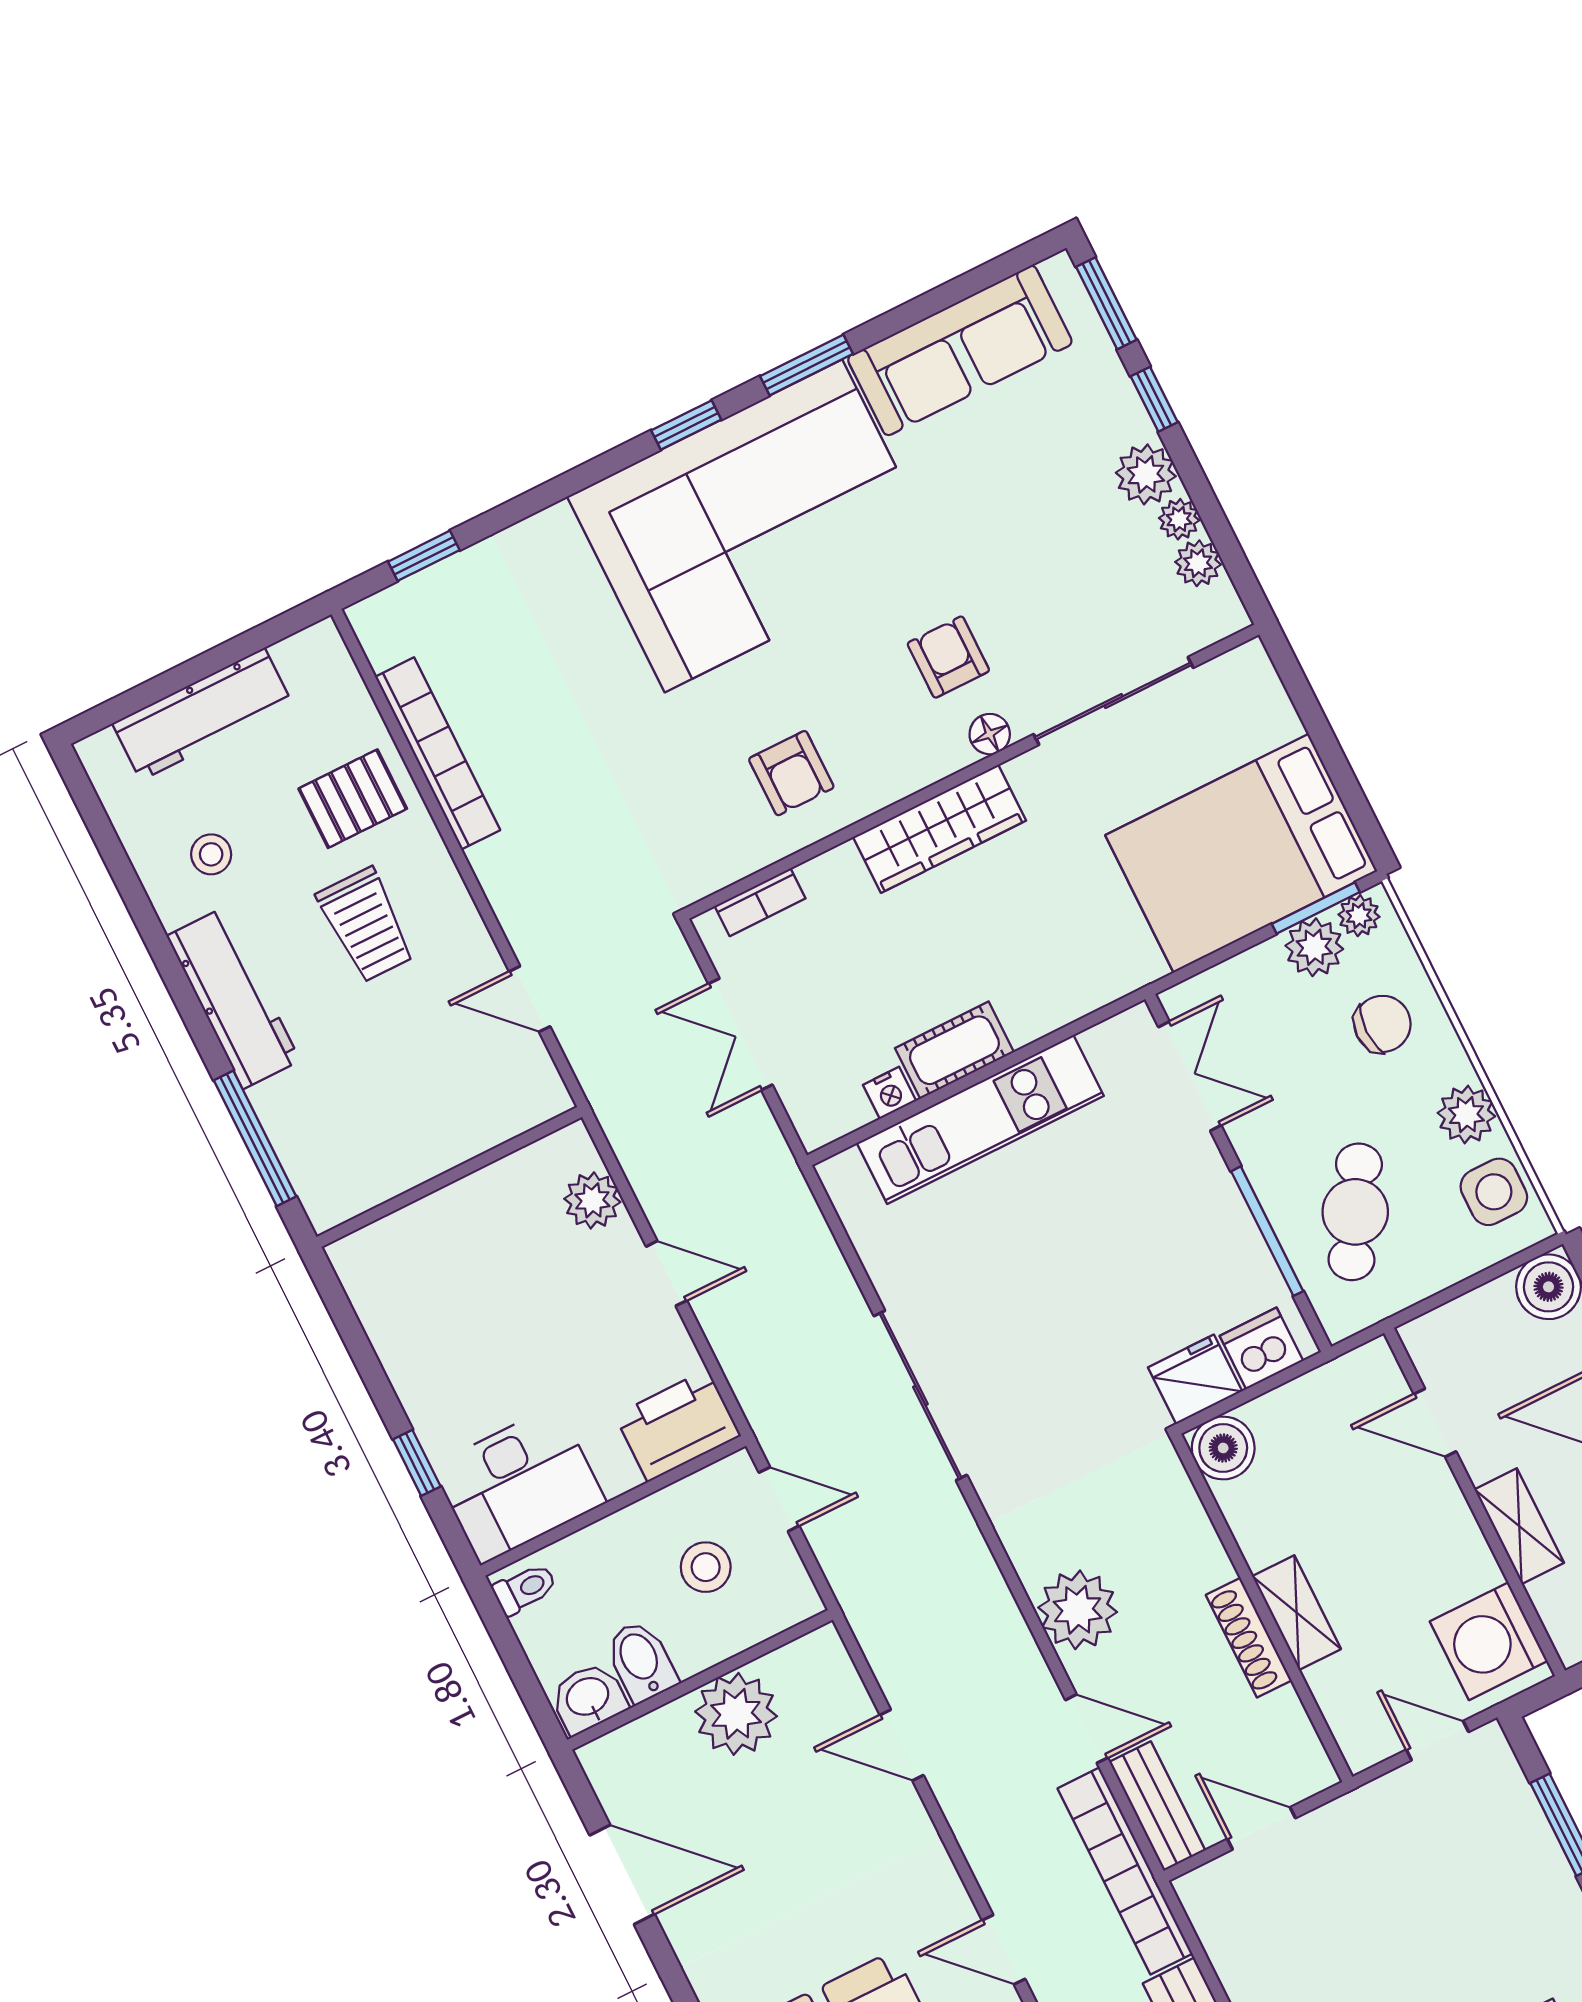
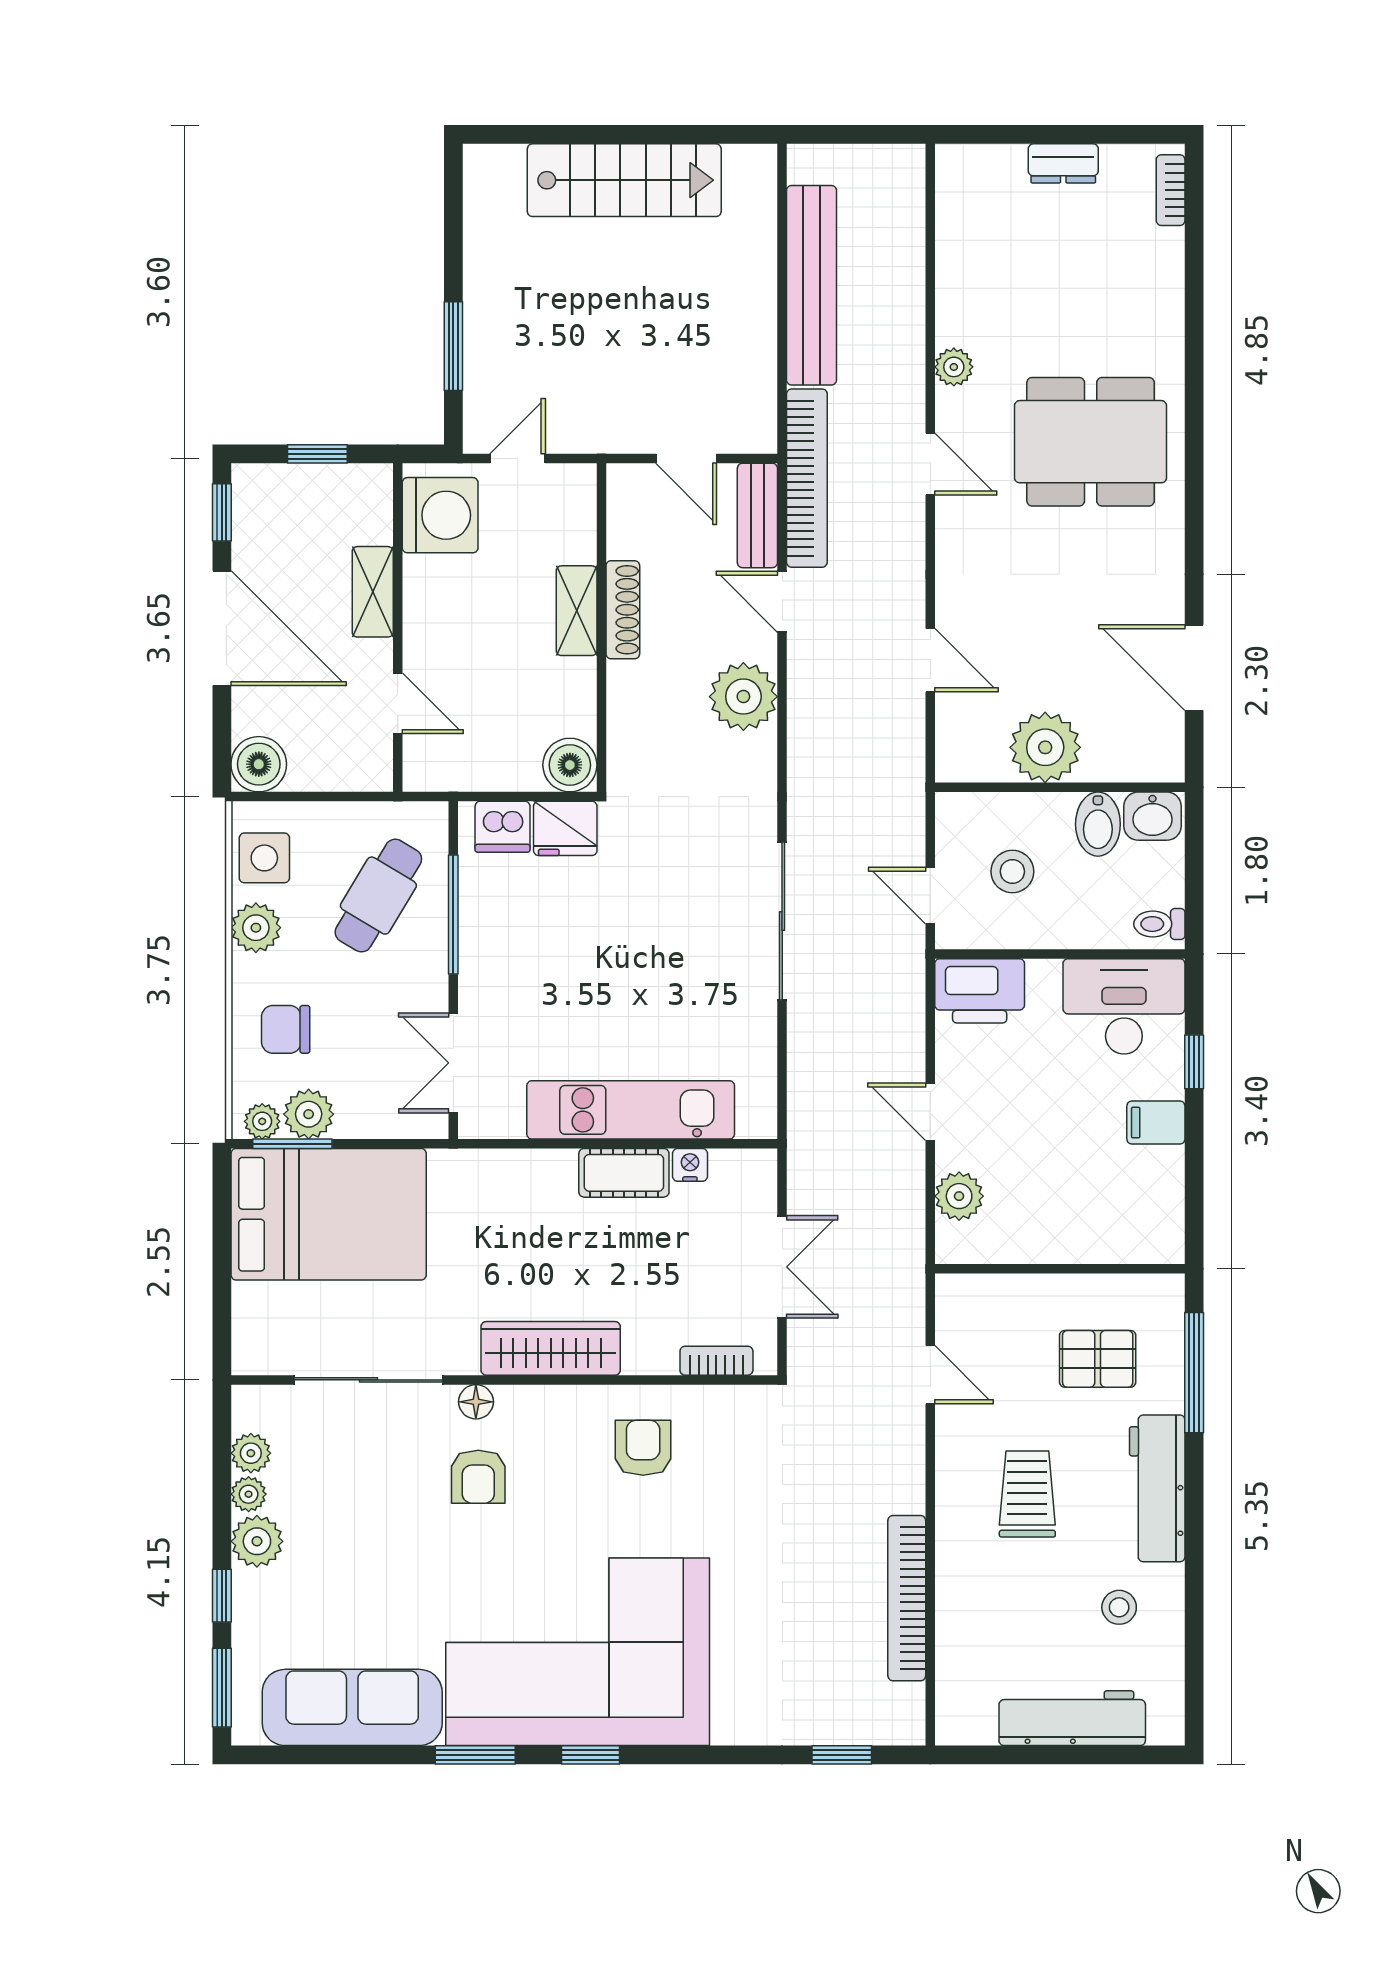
pallet: (353, 799) -> (1098, 1359), moved
filing cabinet: (425, 1380) -> (1156, 1123), added
door: (1437, 1741) -> (518, 459), swing flipped

